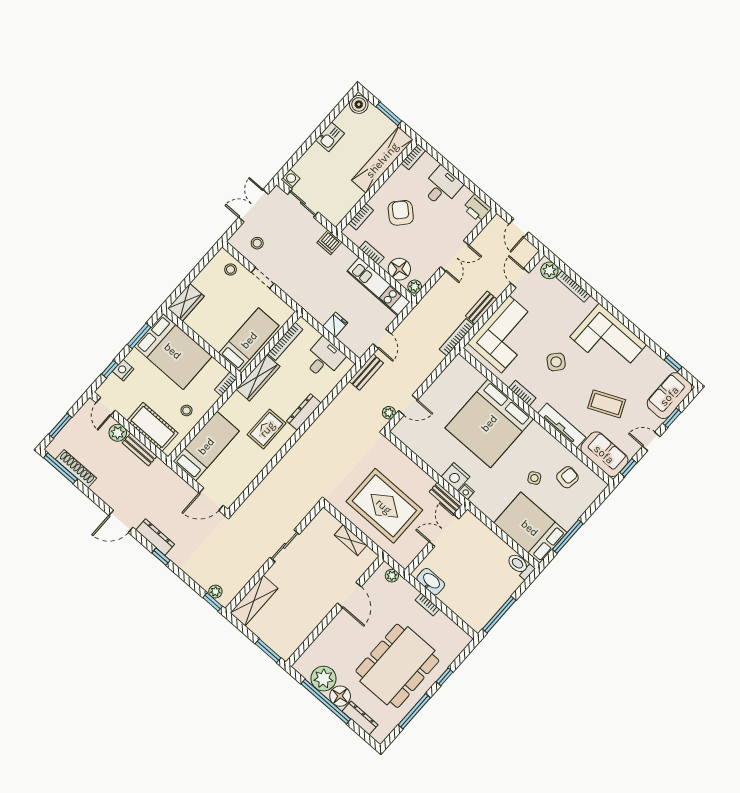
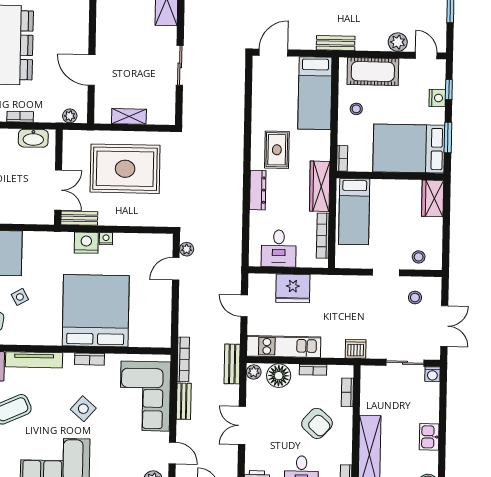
fridge: (335, 325) -> (293, 288), width x1.88, depth x1.34
bench: (366, 372) -> (232, 364), moved
bench: (140, 449) -> (336, 43), moved
nightstand: (466, 492) -> (106, 239), moved

